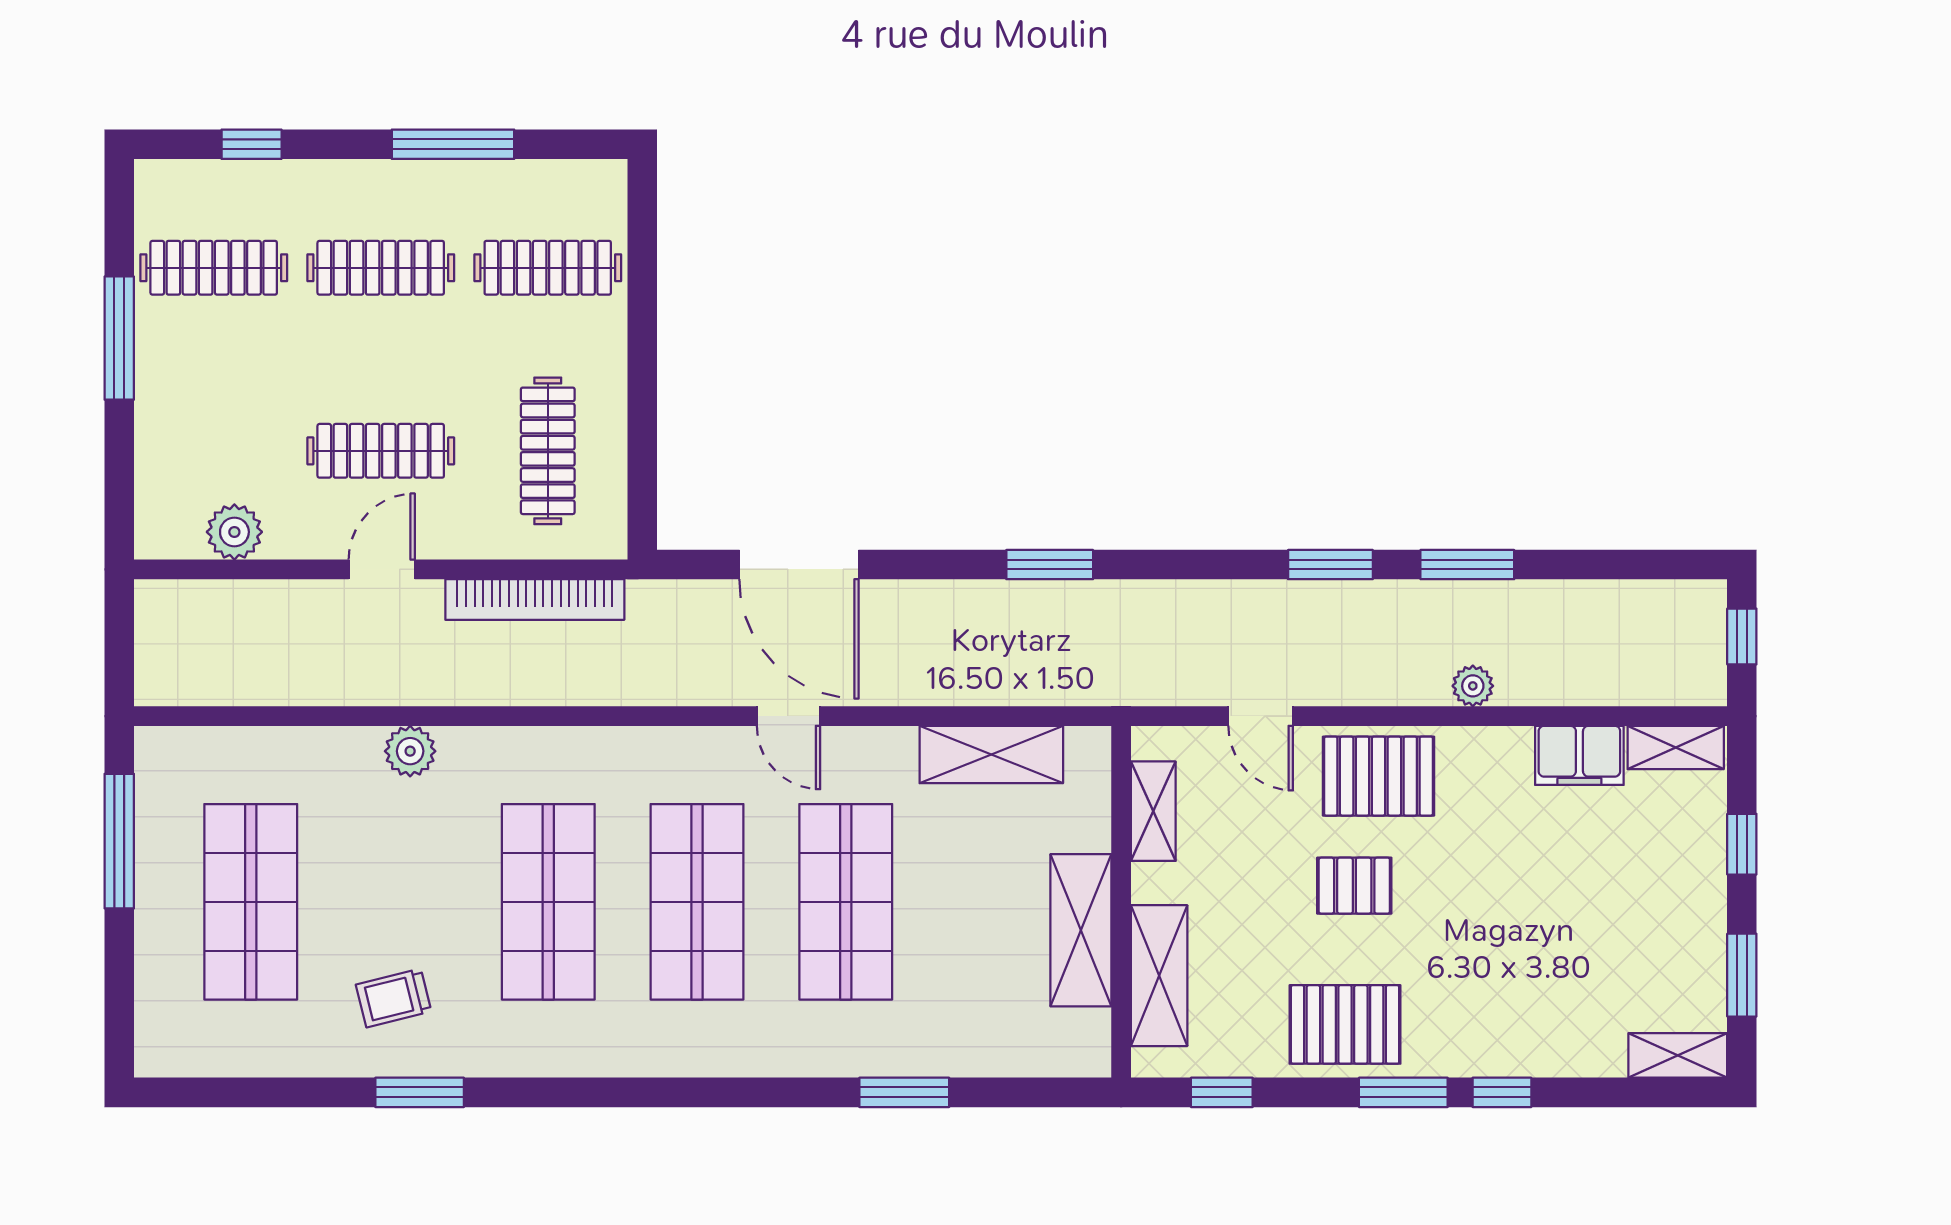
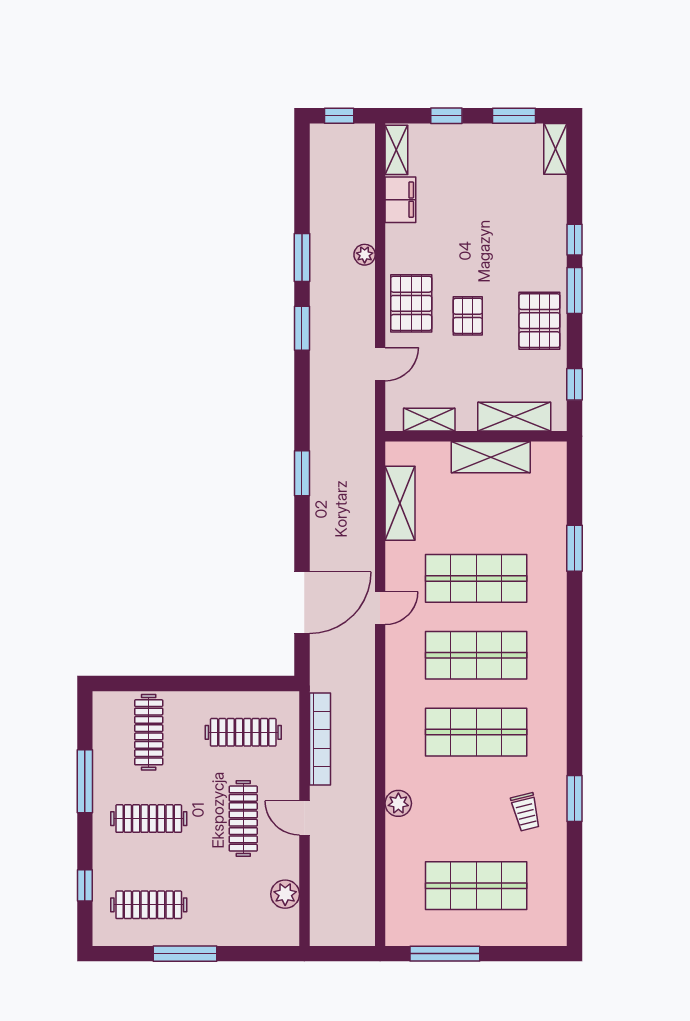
clothes rail: (214, 268) -> (149, 905), turned 90
clothes rail: (381, 268) -> (149, 819), turned 90

